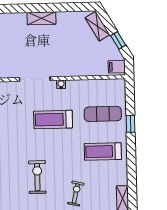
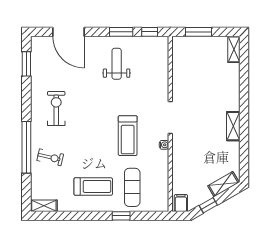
treadmill: (53, 120) -> (128, 136), turned 180
treadmill: (103, 151) -> (93, 186), turned 90
exercise bike: (37, 177) -> (56, 109), moved, turned -90

